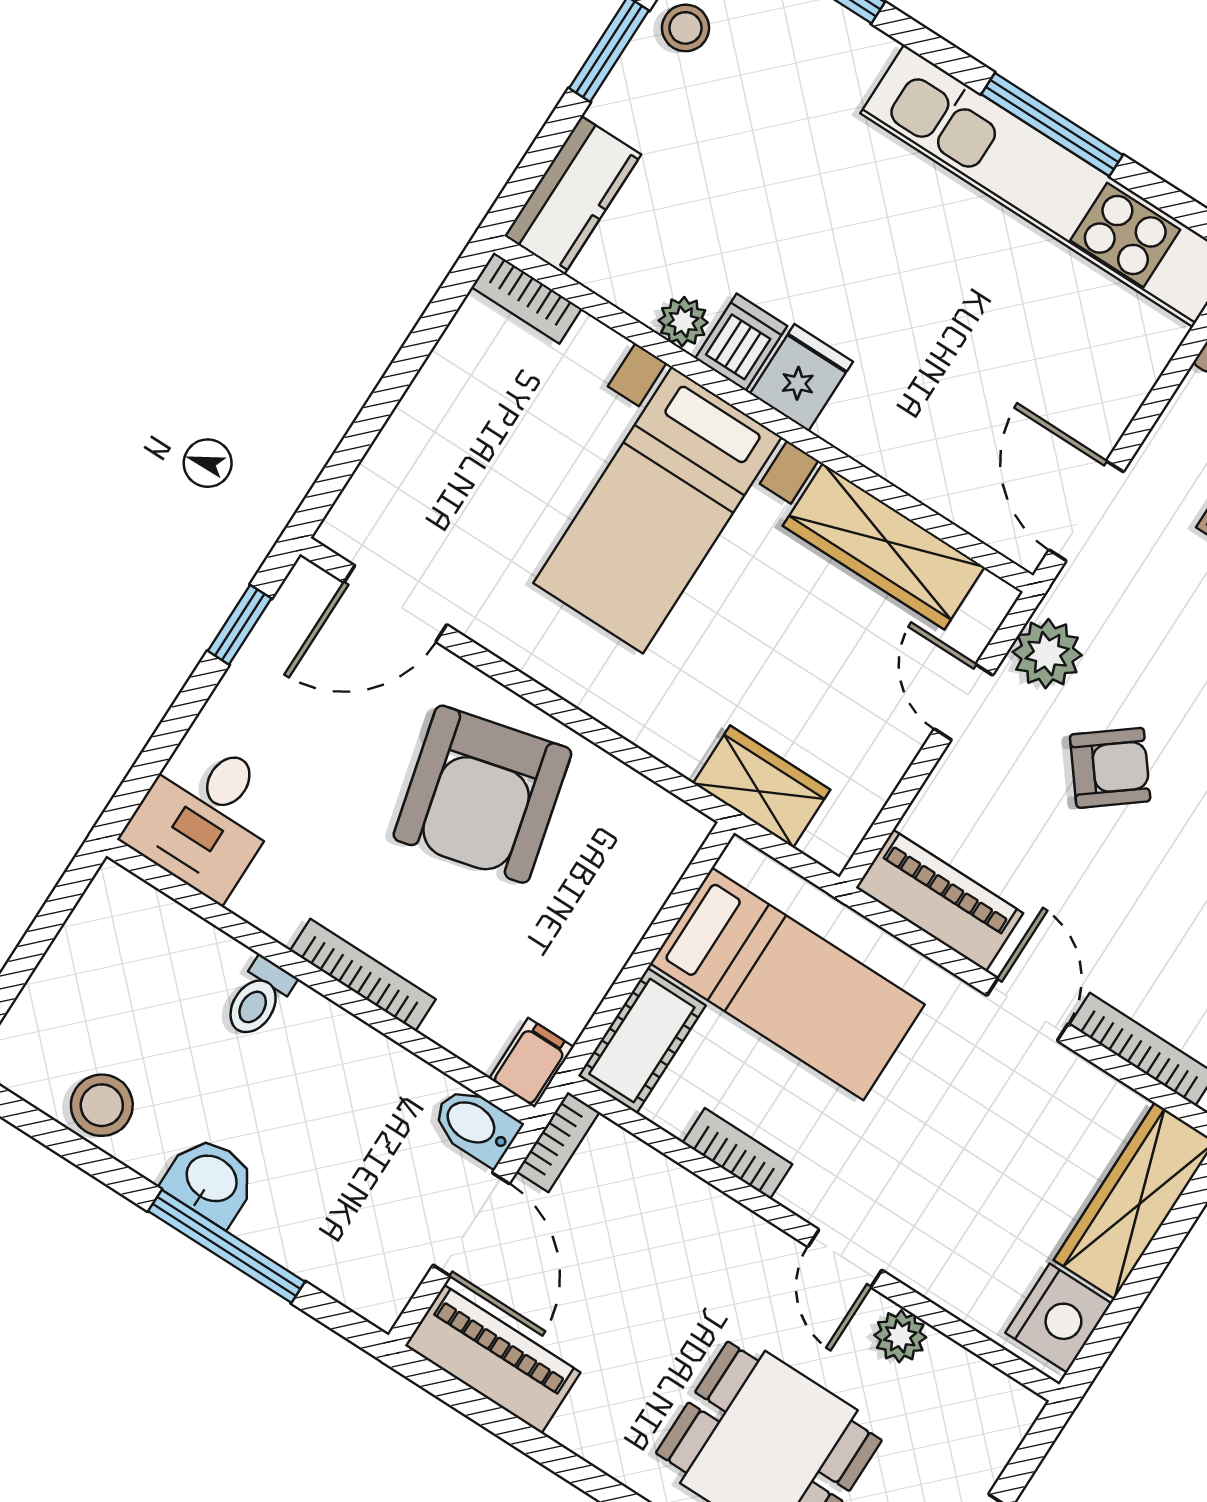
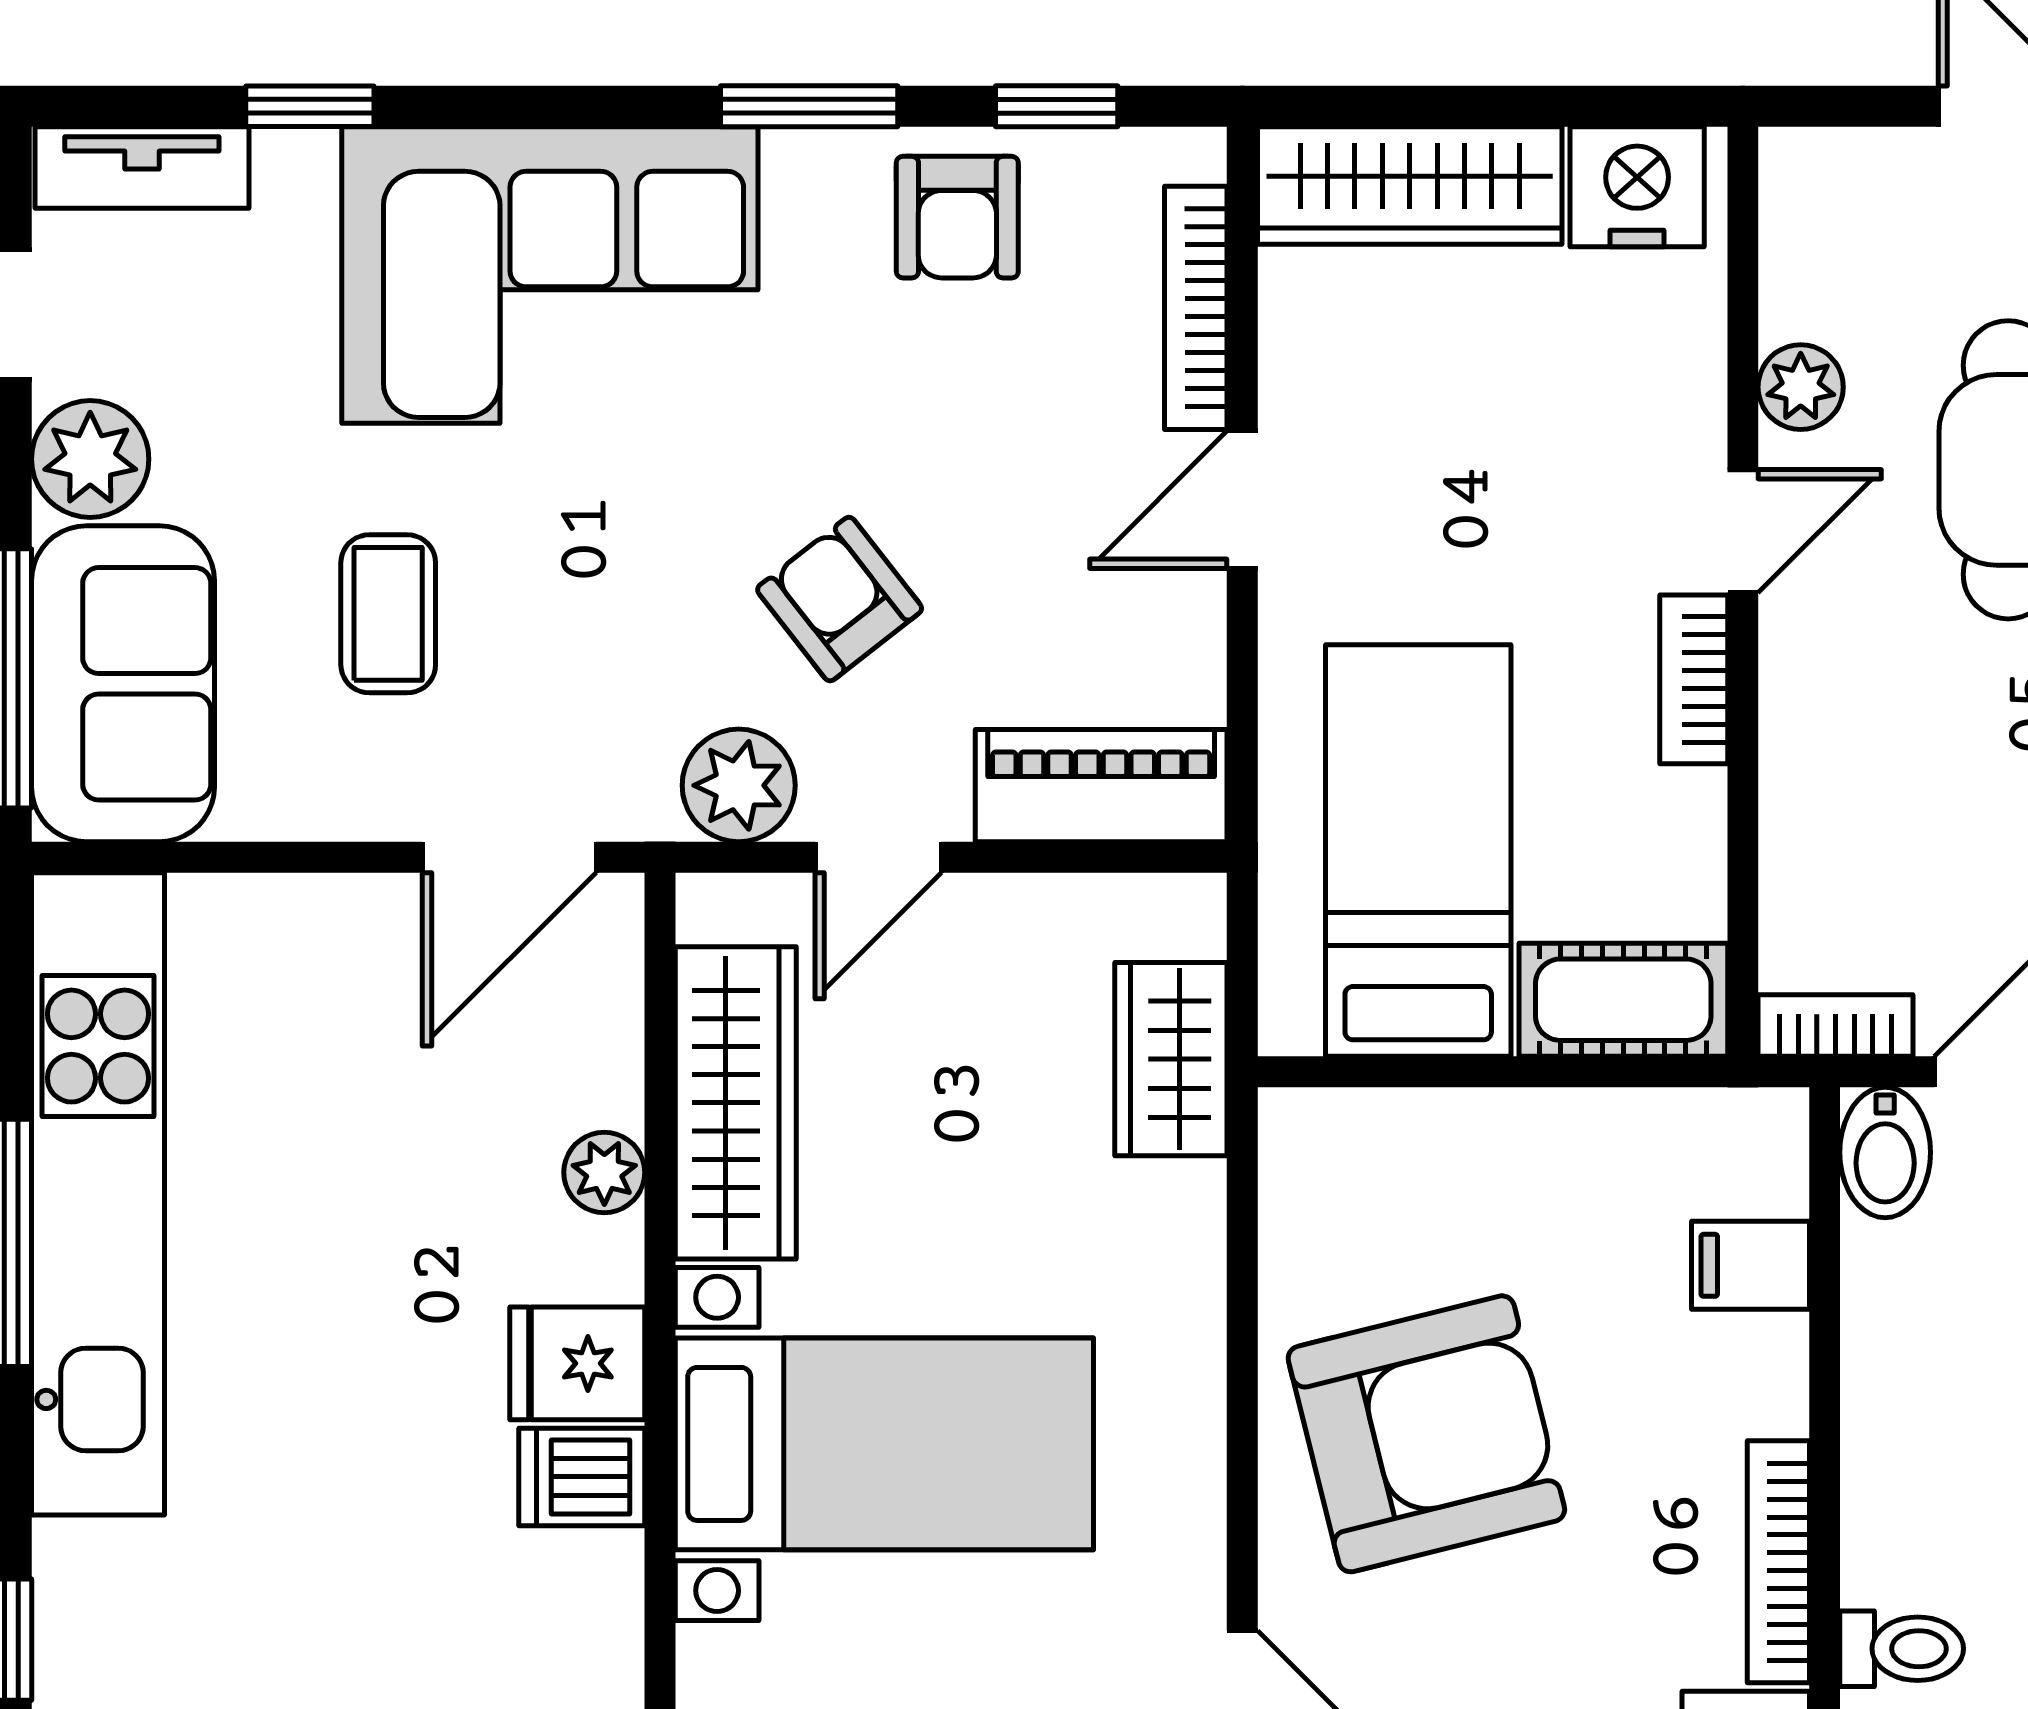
plant: (683, 322) -> (604, 1172), moved
piano: (939, 900) -> (1101, 786), moved, turned 90
bookcase: (363, 975) -> (1778, 1562), moved
toilet: (258, 998) -> (1902, 1649), moved
filing cabinet: (531, 1063) -> (1750, 1265), moved
bookcase: (737, 1153) -> (1694, 679), moved

